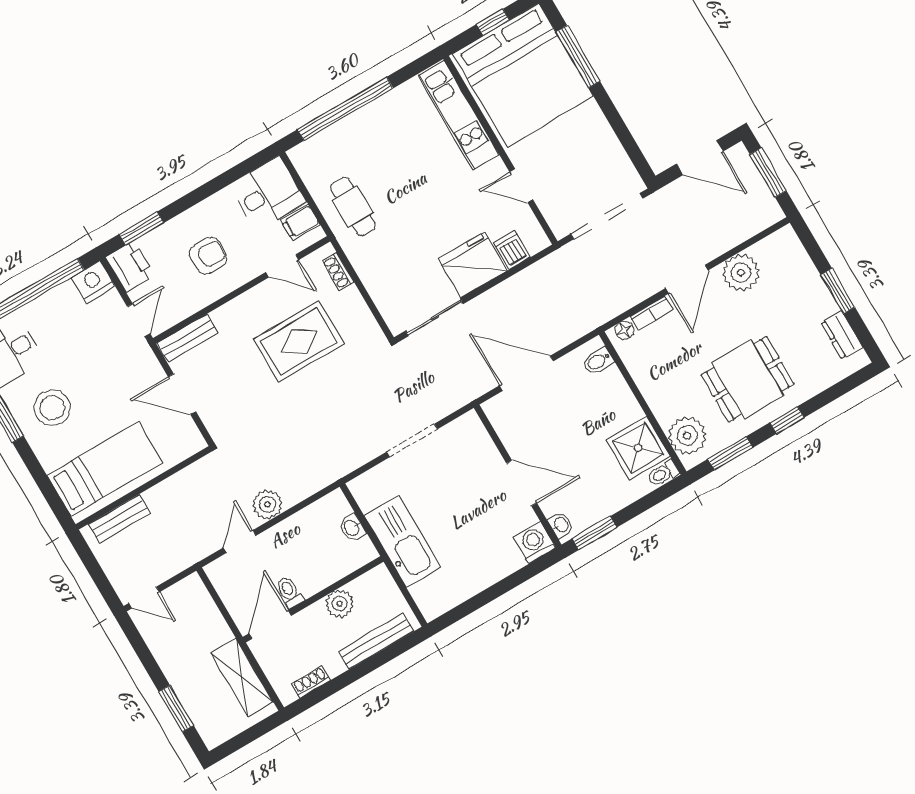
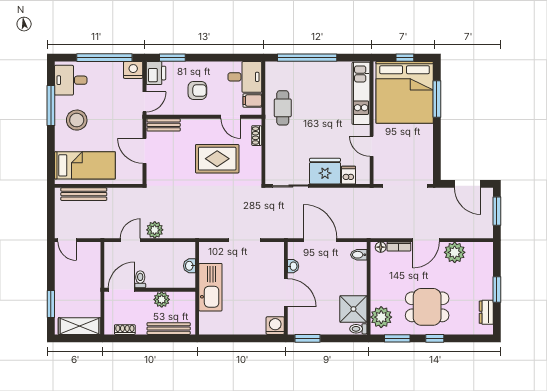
bench: (119, 519) -> (84, 194), width x1.36
washbasin: (561, 525) -> (293, 266), moved
shelving: (242, 677) -> (80, 326), moved, turned 90

